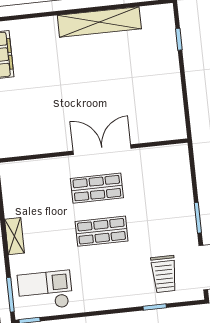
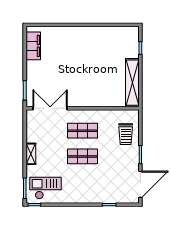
shelving: (99, 22) -> (132, 83), moved, turned 90
double door: (102, 150) -> (50, 108), moved
trolley: (164, 274) -> (126, 134), moved

